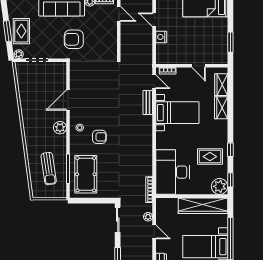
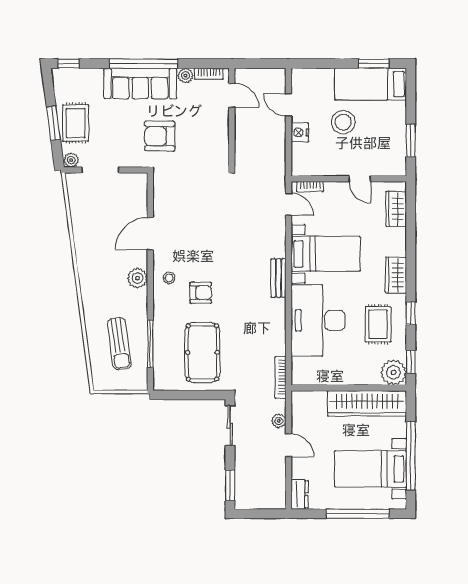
stool: (188, 31) -> (343, 122), added
bench: (148, 103) -> (278, 278), moved
wardrobe: (221, 108) -> (396, 275), moved
rug: (210, 157) -> (378, 324), turned 90
desk: (173, 172) -> (318, 320), moved
pool table: (86, 174) -> (202, 352), moved

